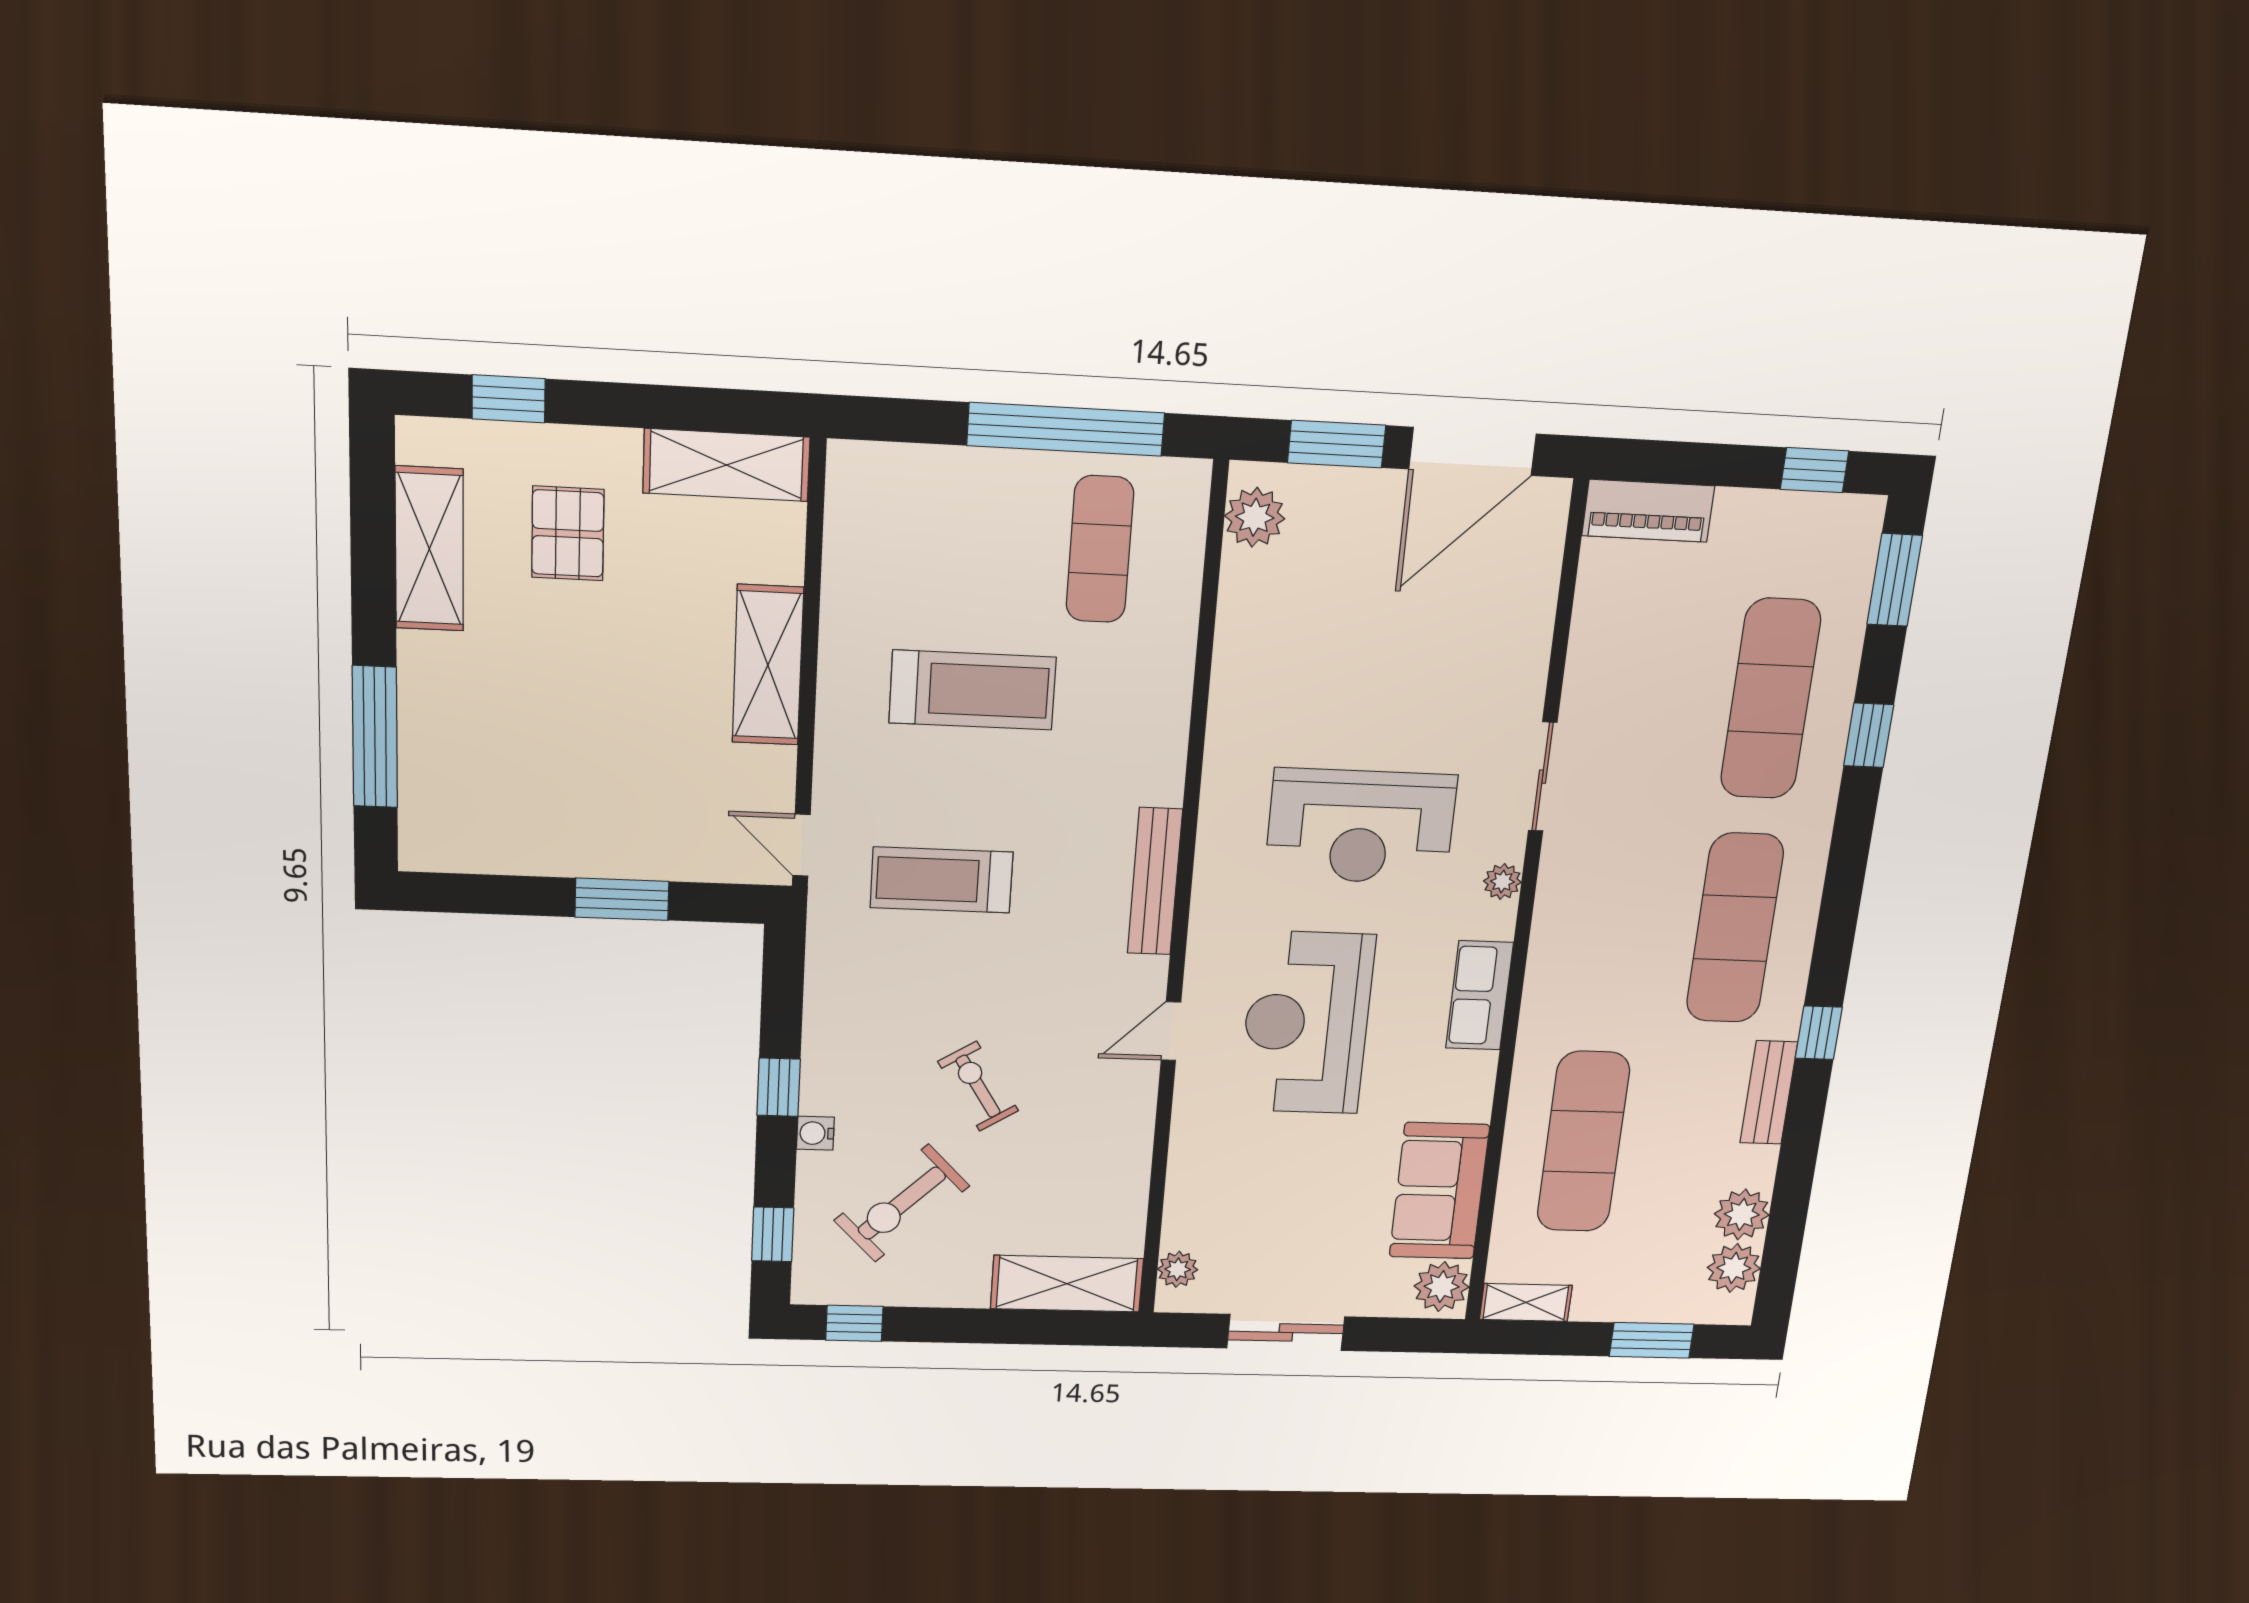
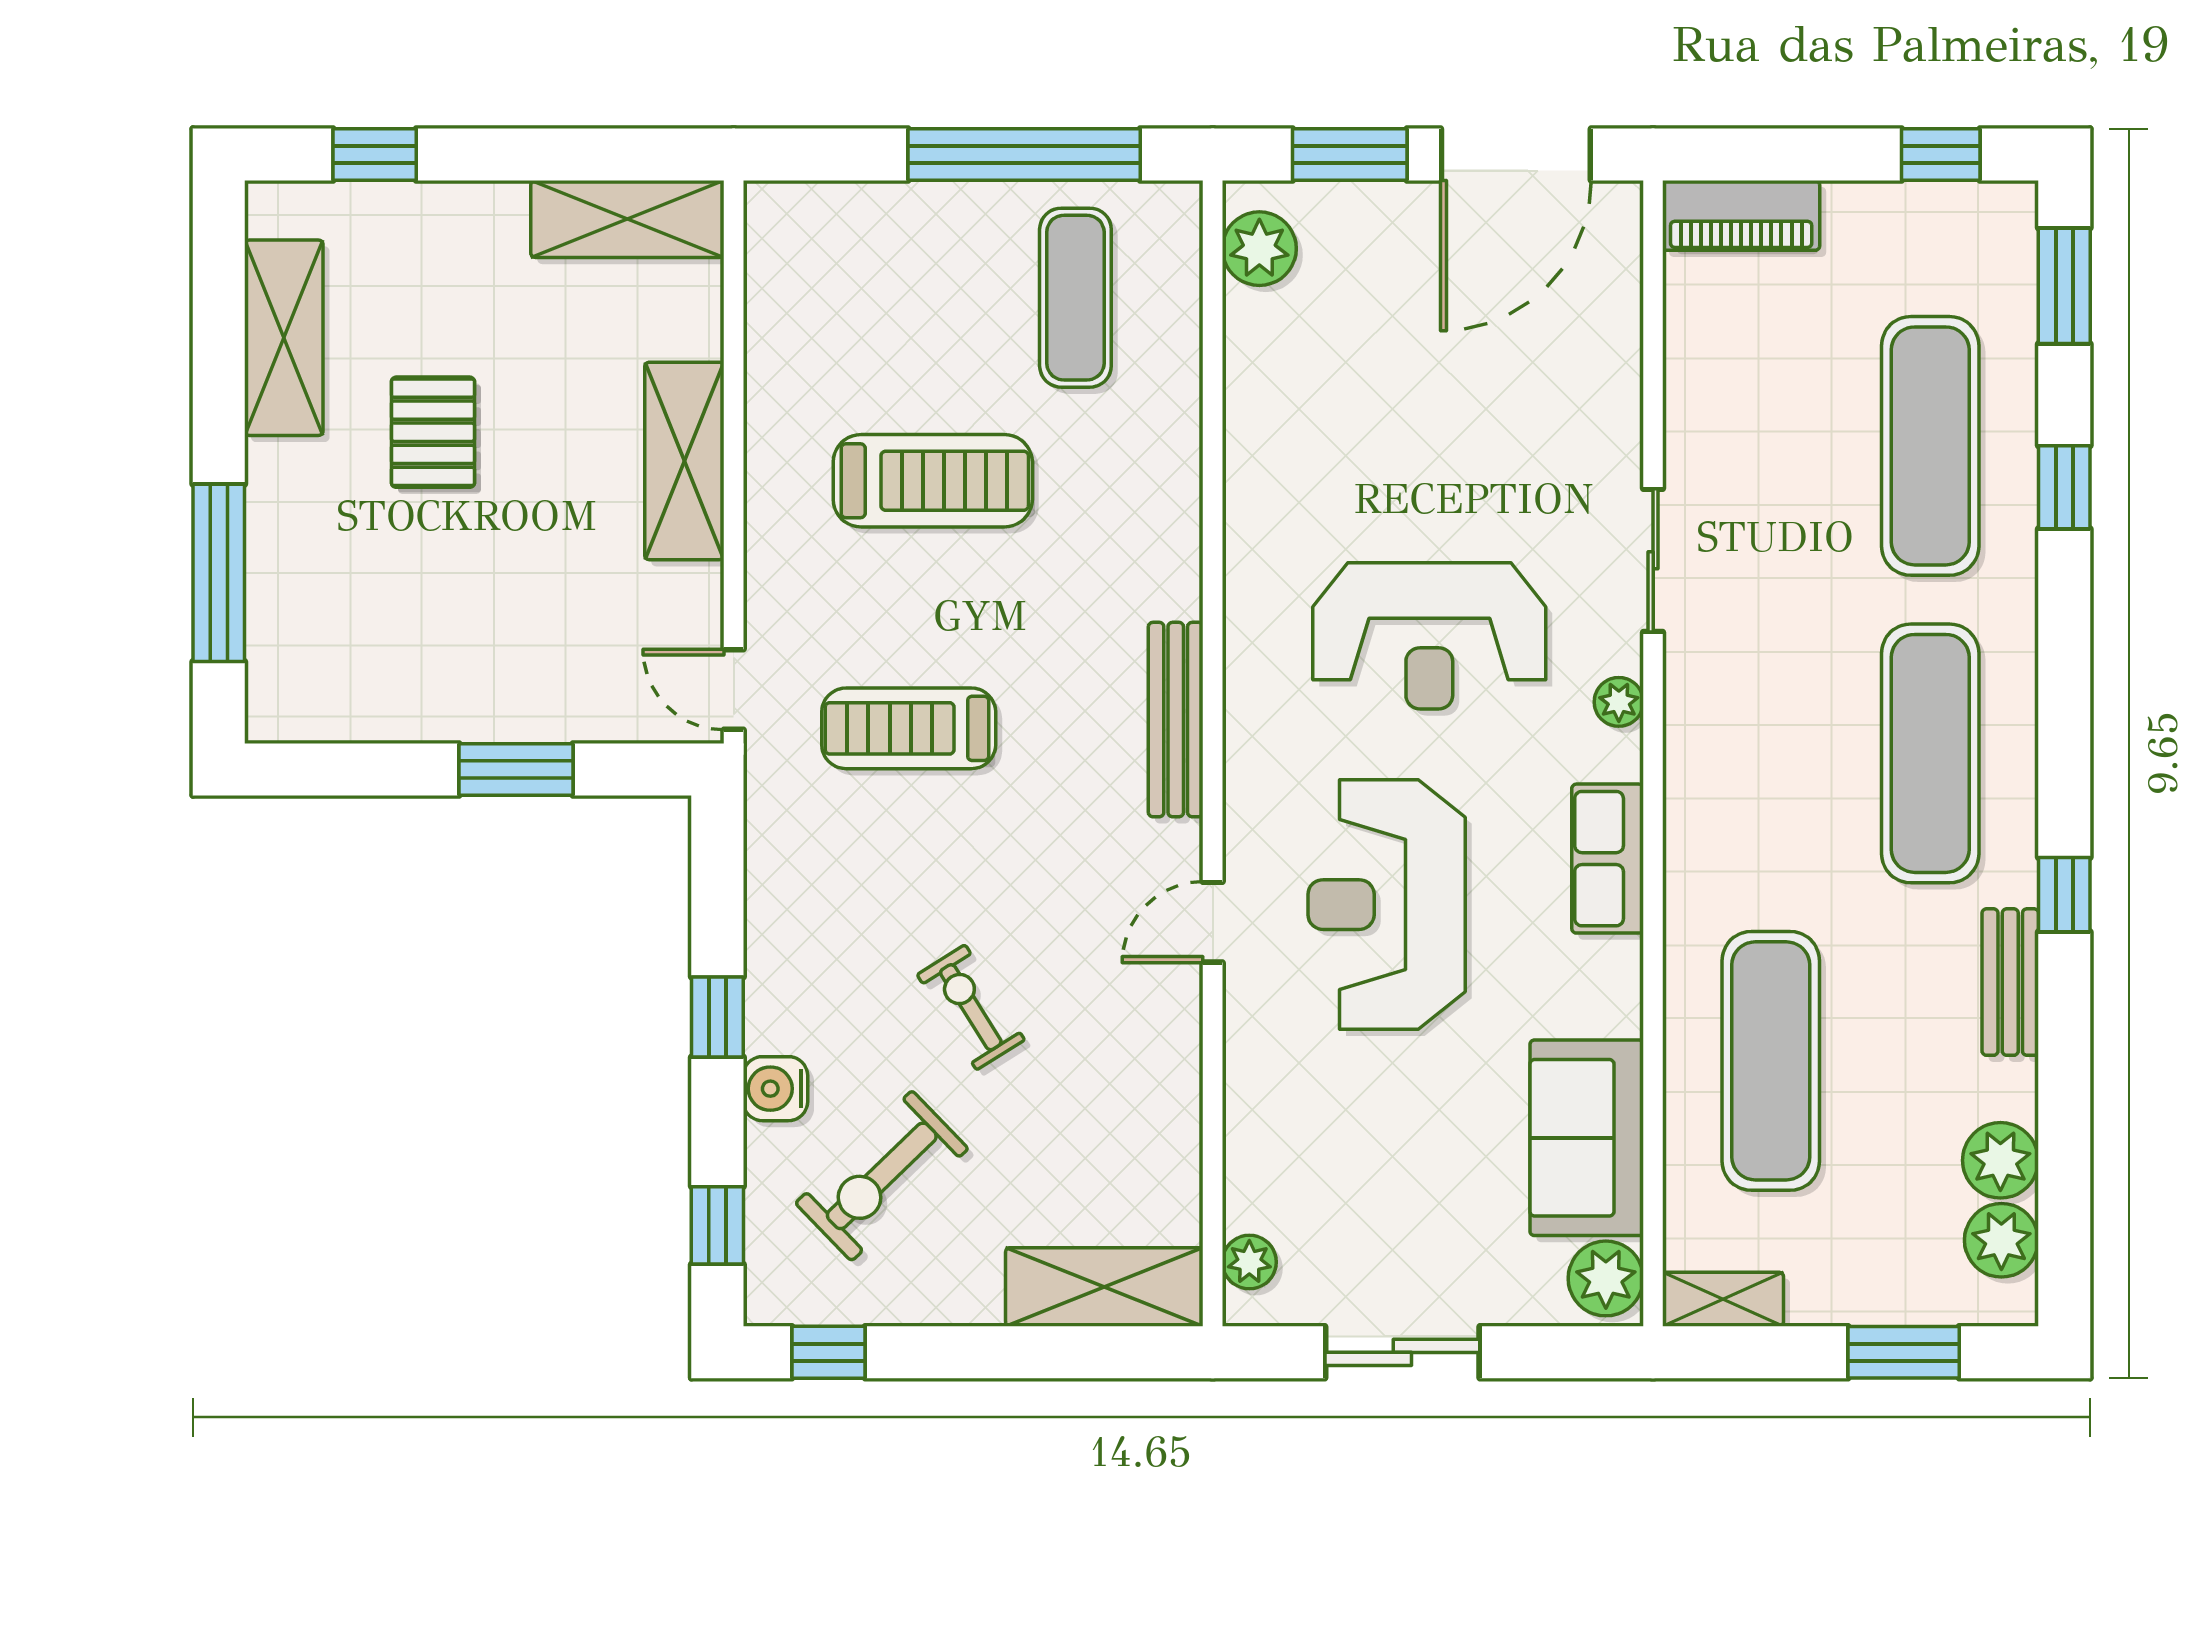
pallet: (568, 533) -> (433, 432), moved
water cooler: (815, 1133) -> (775, 1089), width x1.38, depth x1.38

